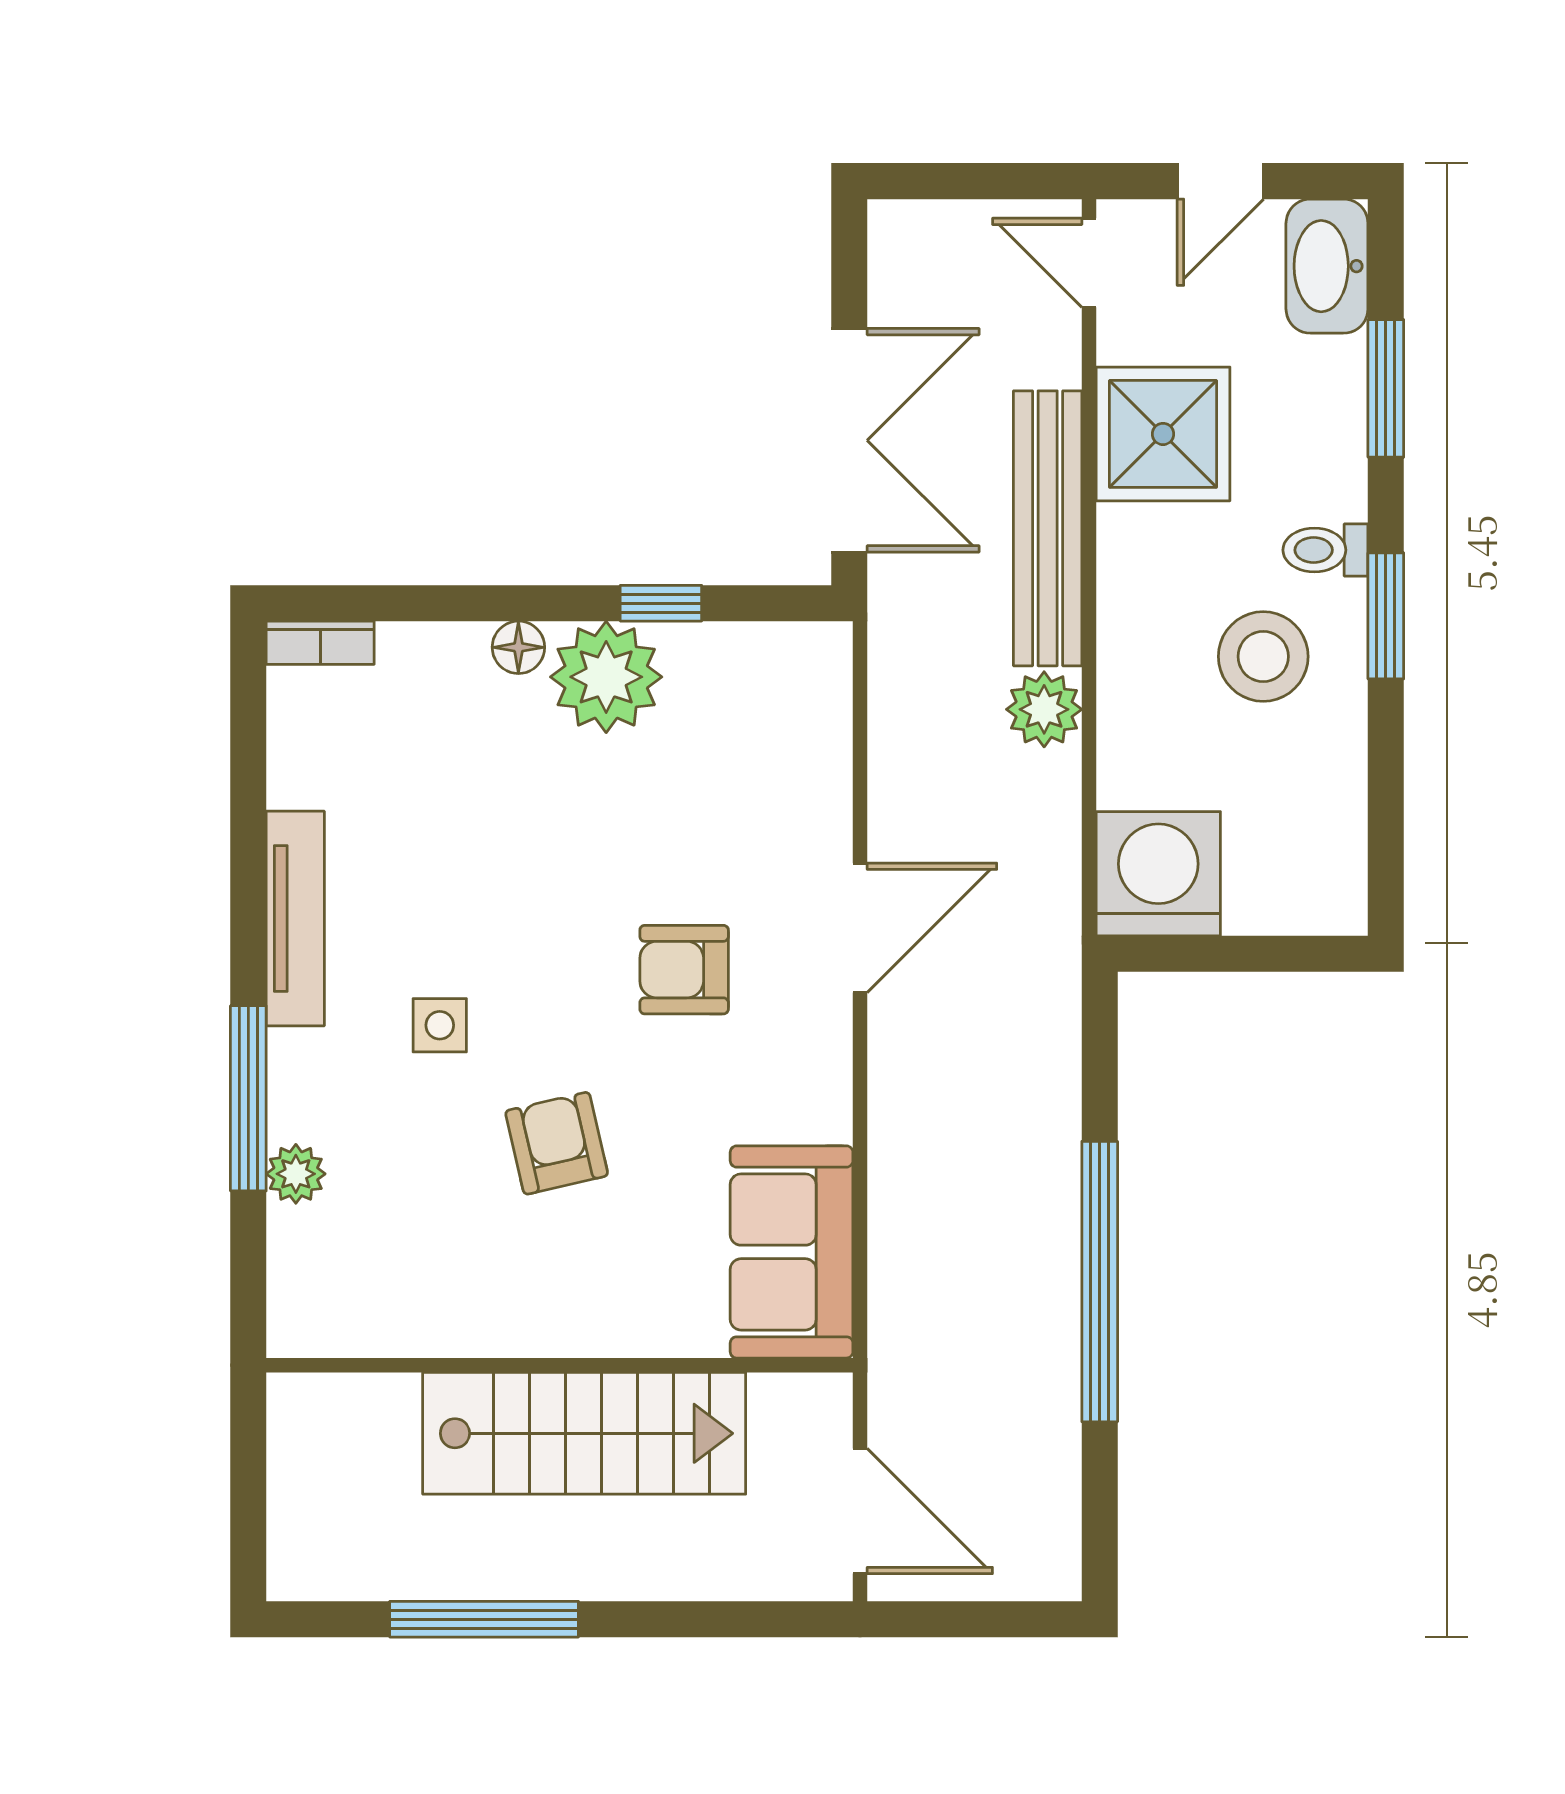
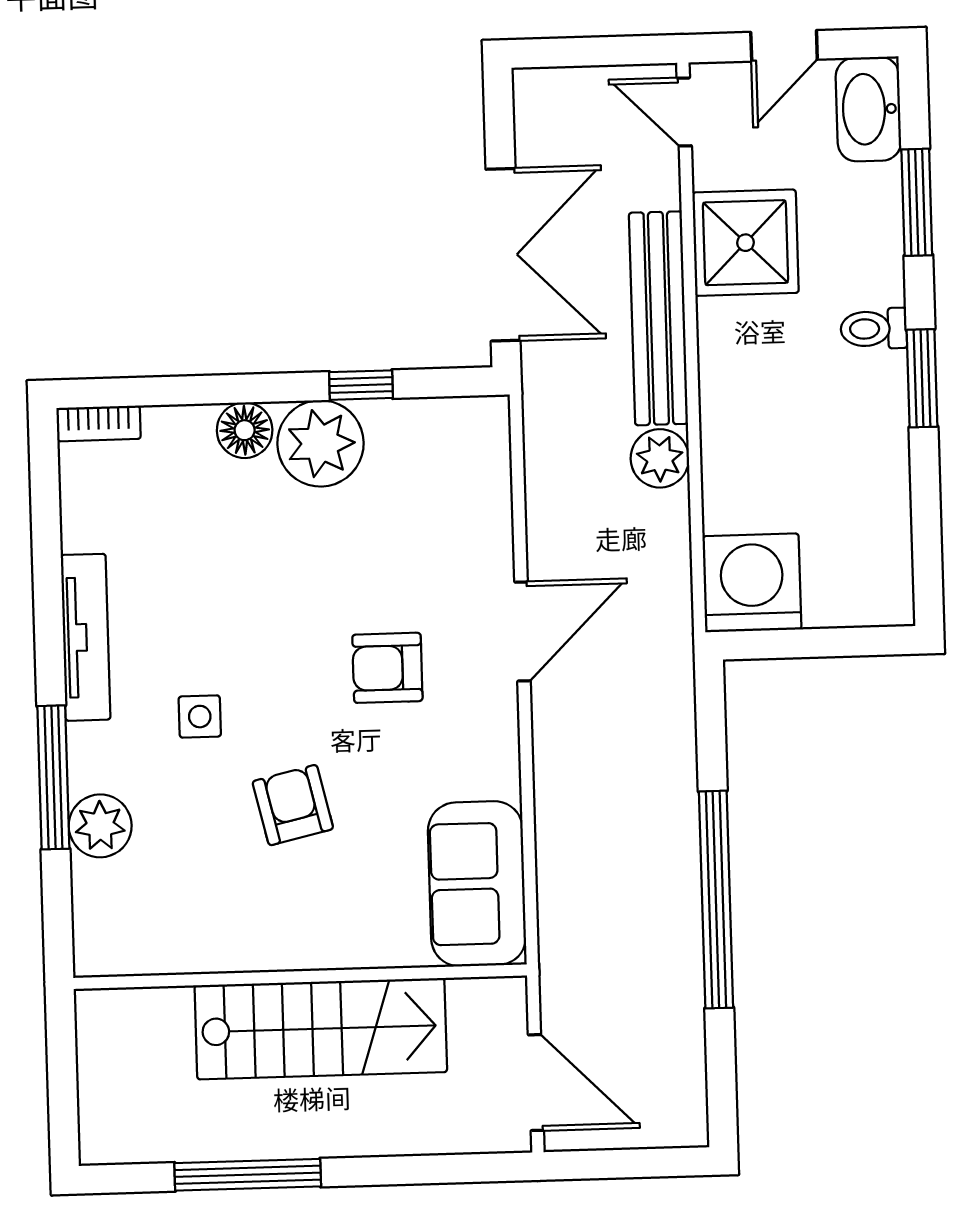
floor lamp: (518, 647) -> (245, 430), width x1.37, depth x1.37
stool: (1263, 656) -> (828, 412), removed
plant: (296, 1174) -> (100, 826), width x1.38, depth x1.38

